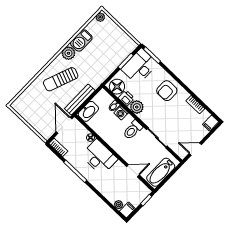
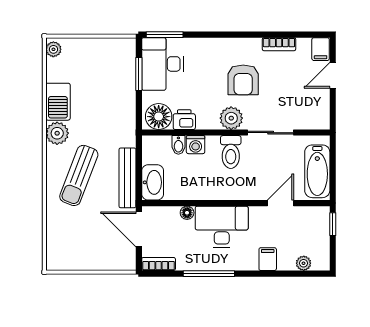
armchair: (167, 91) -> (243, 80), moved
plant: (137, 107) -> (231, 118), moved
door: (195, 149) -> (333, 75), moved
filing cabinet: (127, 210) -> (268, 259), moved

